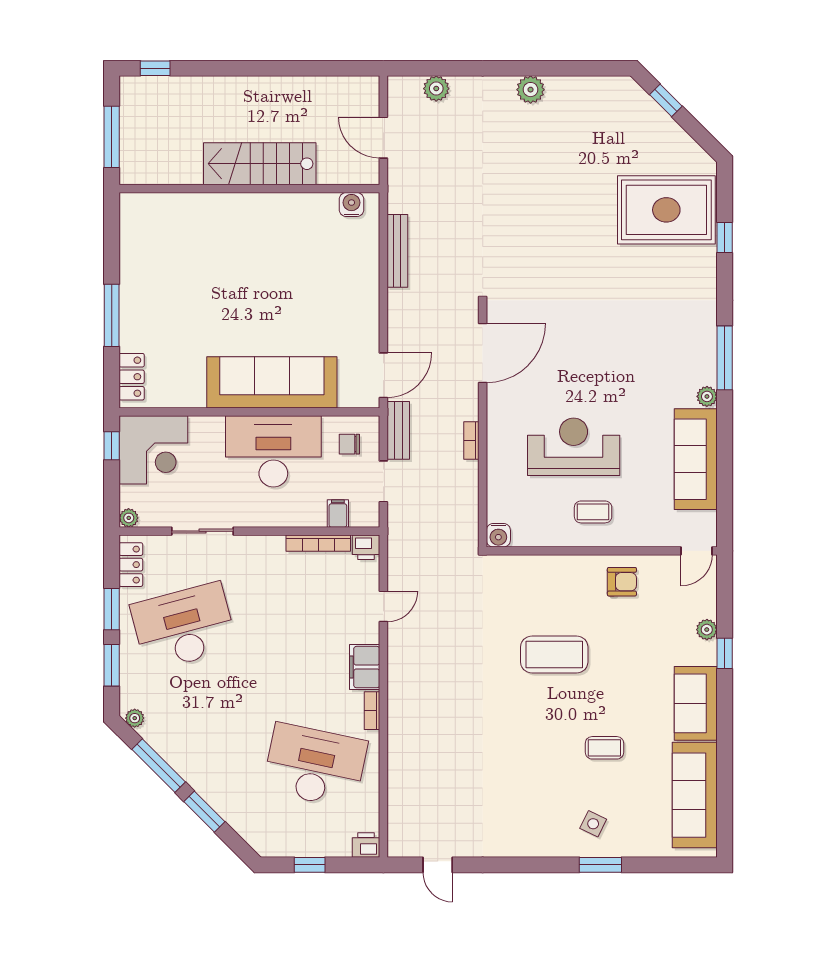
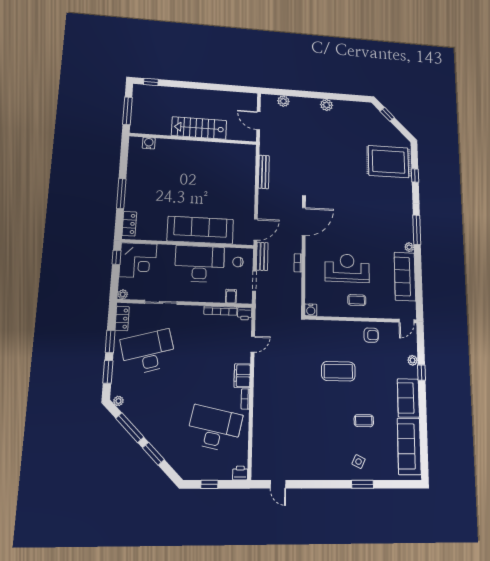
water cooler: (351, 204) -> (149, 143), moved

